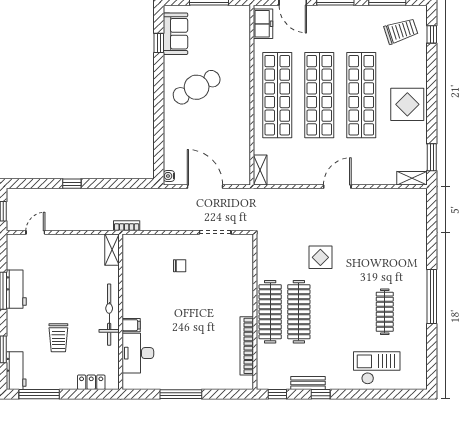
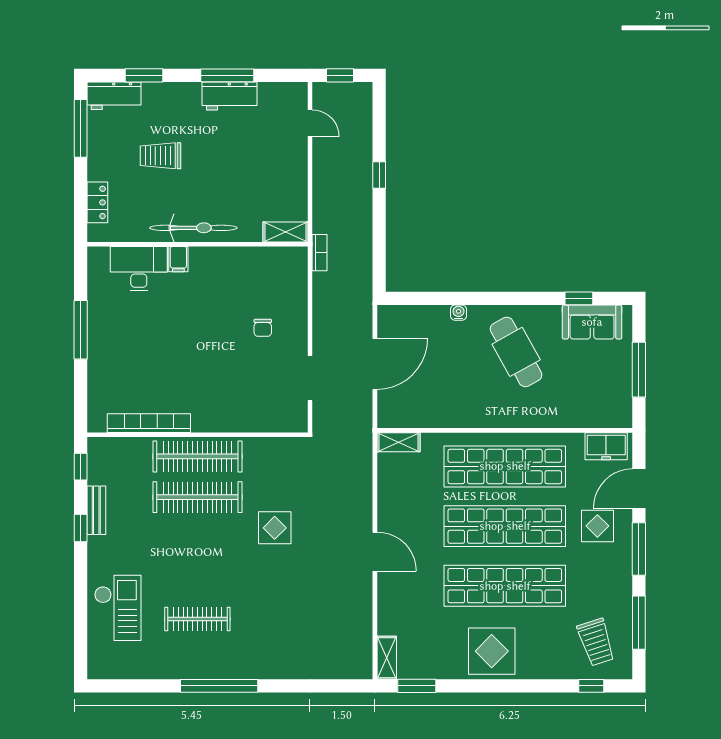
display table: (319, 30) -> (597, 526), added
water cooler: (169, 176) -> (458, 313), moved

